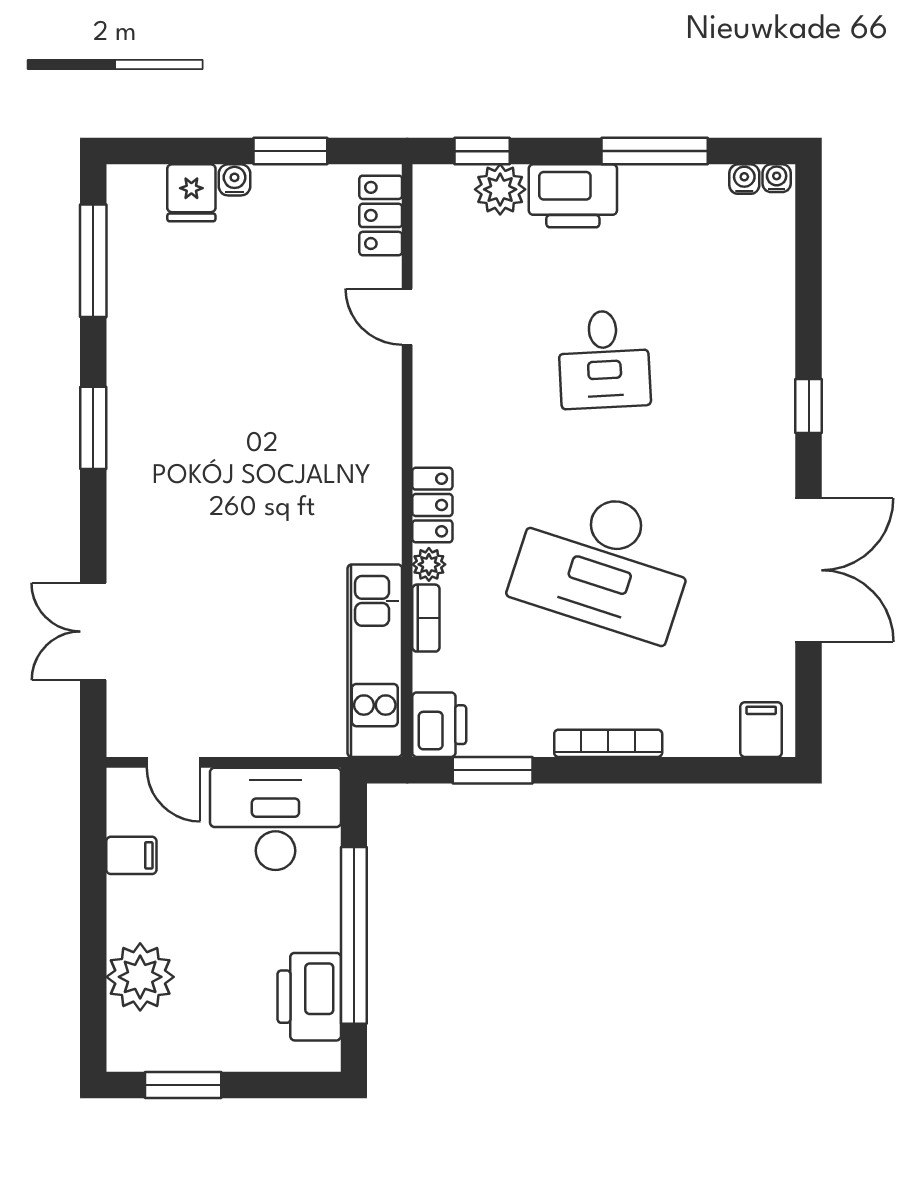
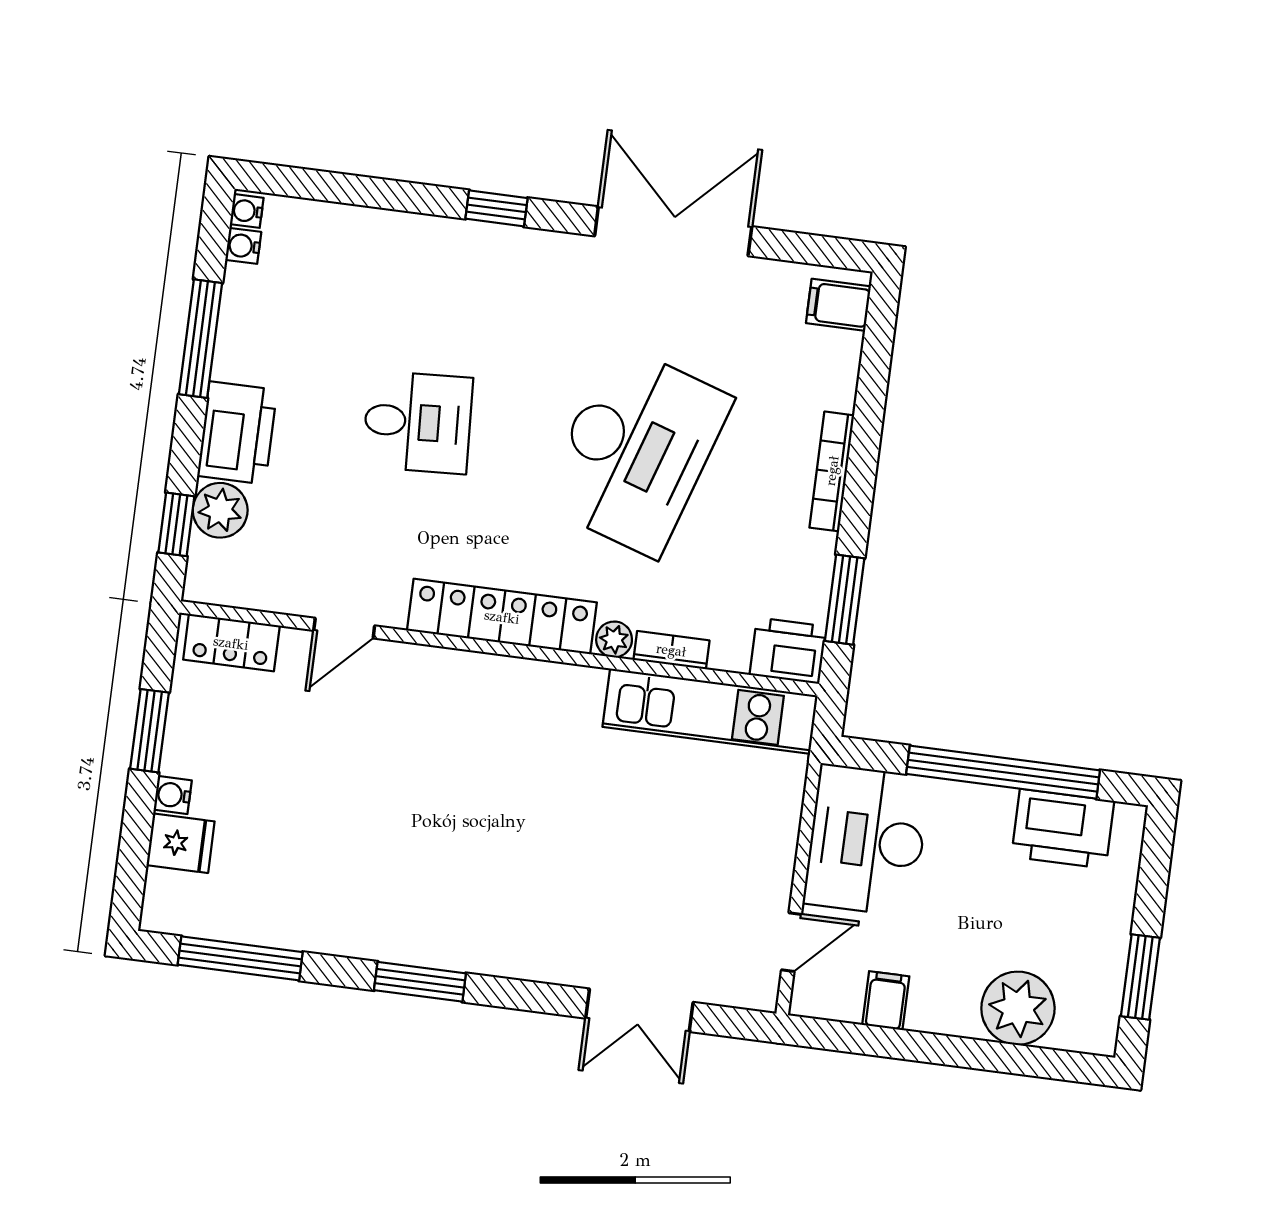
locker: (432, 505) -> (502, 617), width x2.16, depth x1.21

